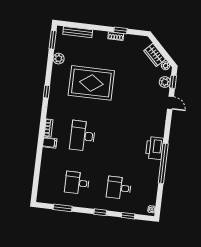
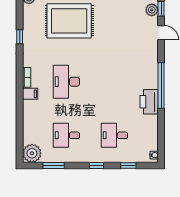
printer: (155, 148) -> (149, 102), moved
window: (163, 163) -> (161, 85), moved
plant: (45, 195) -> (32, 153), added

